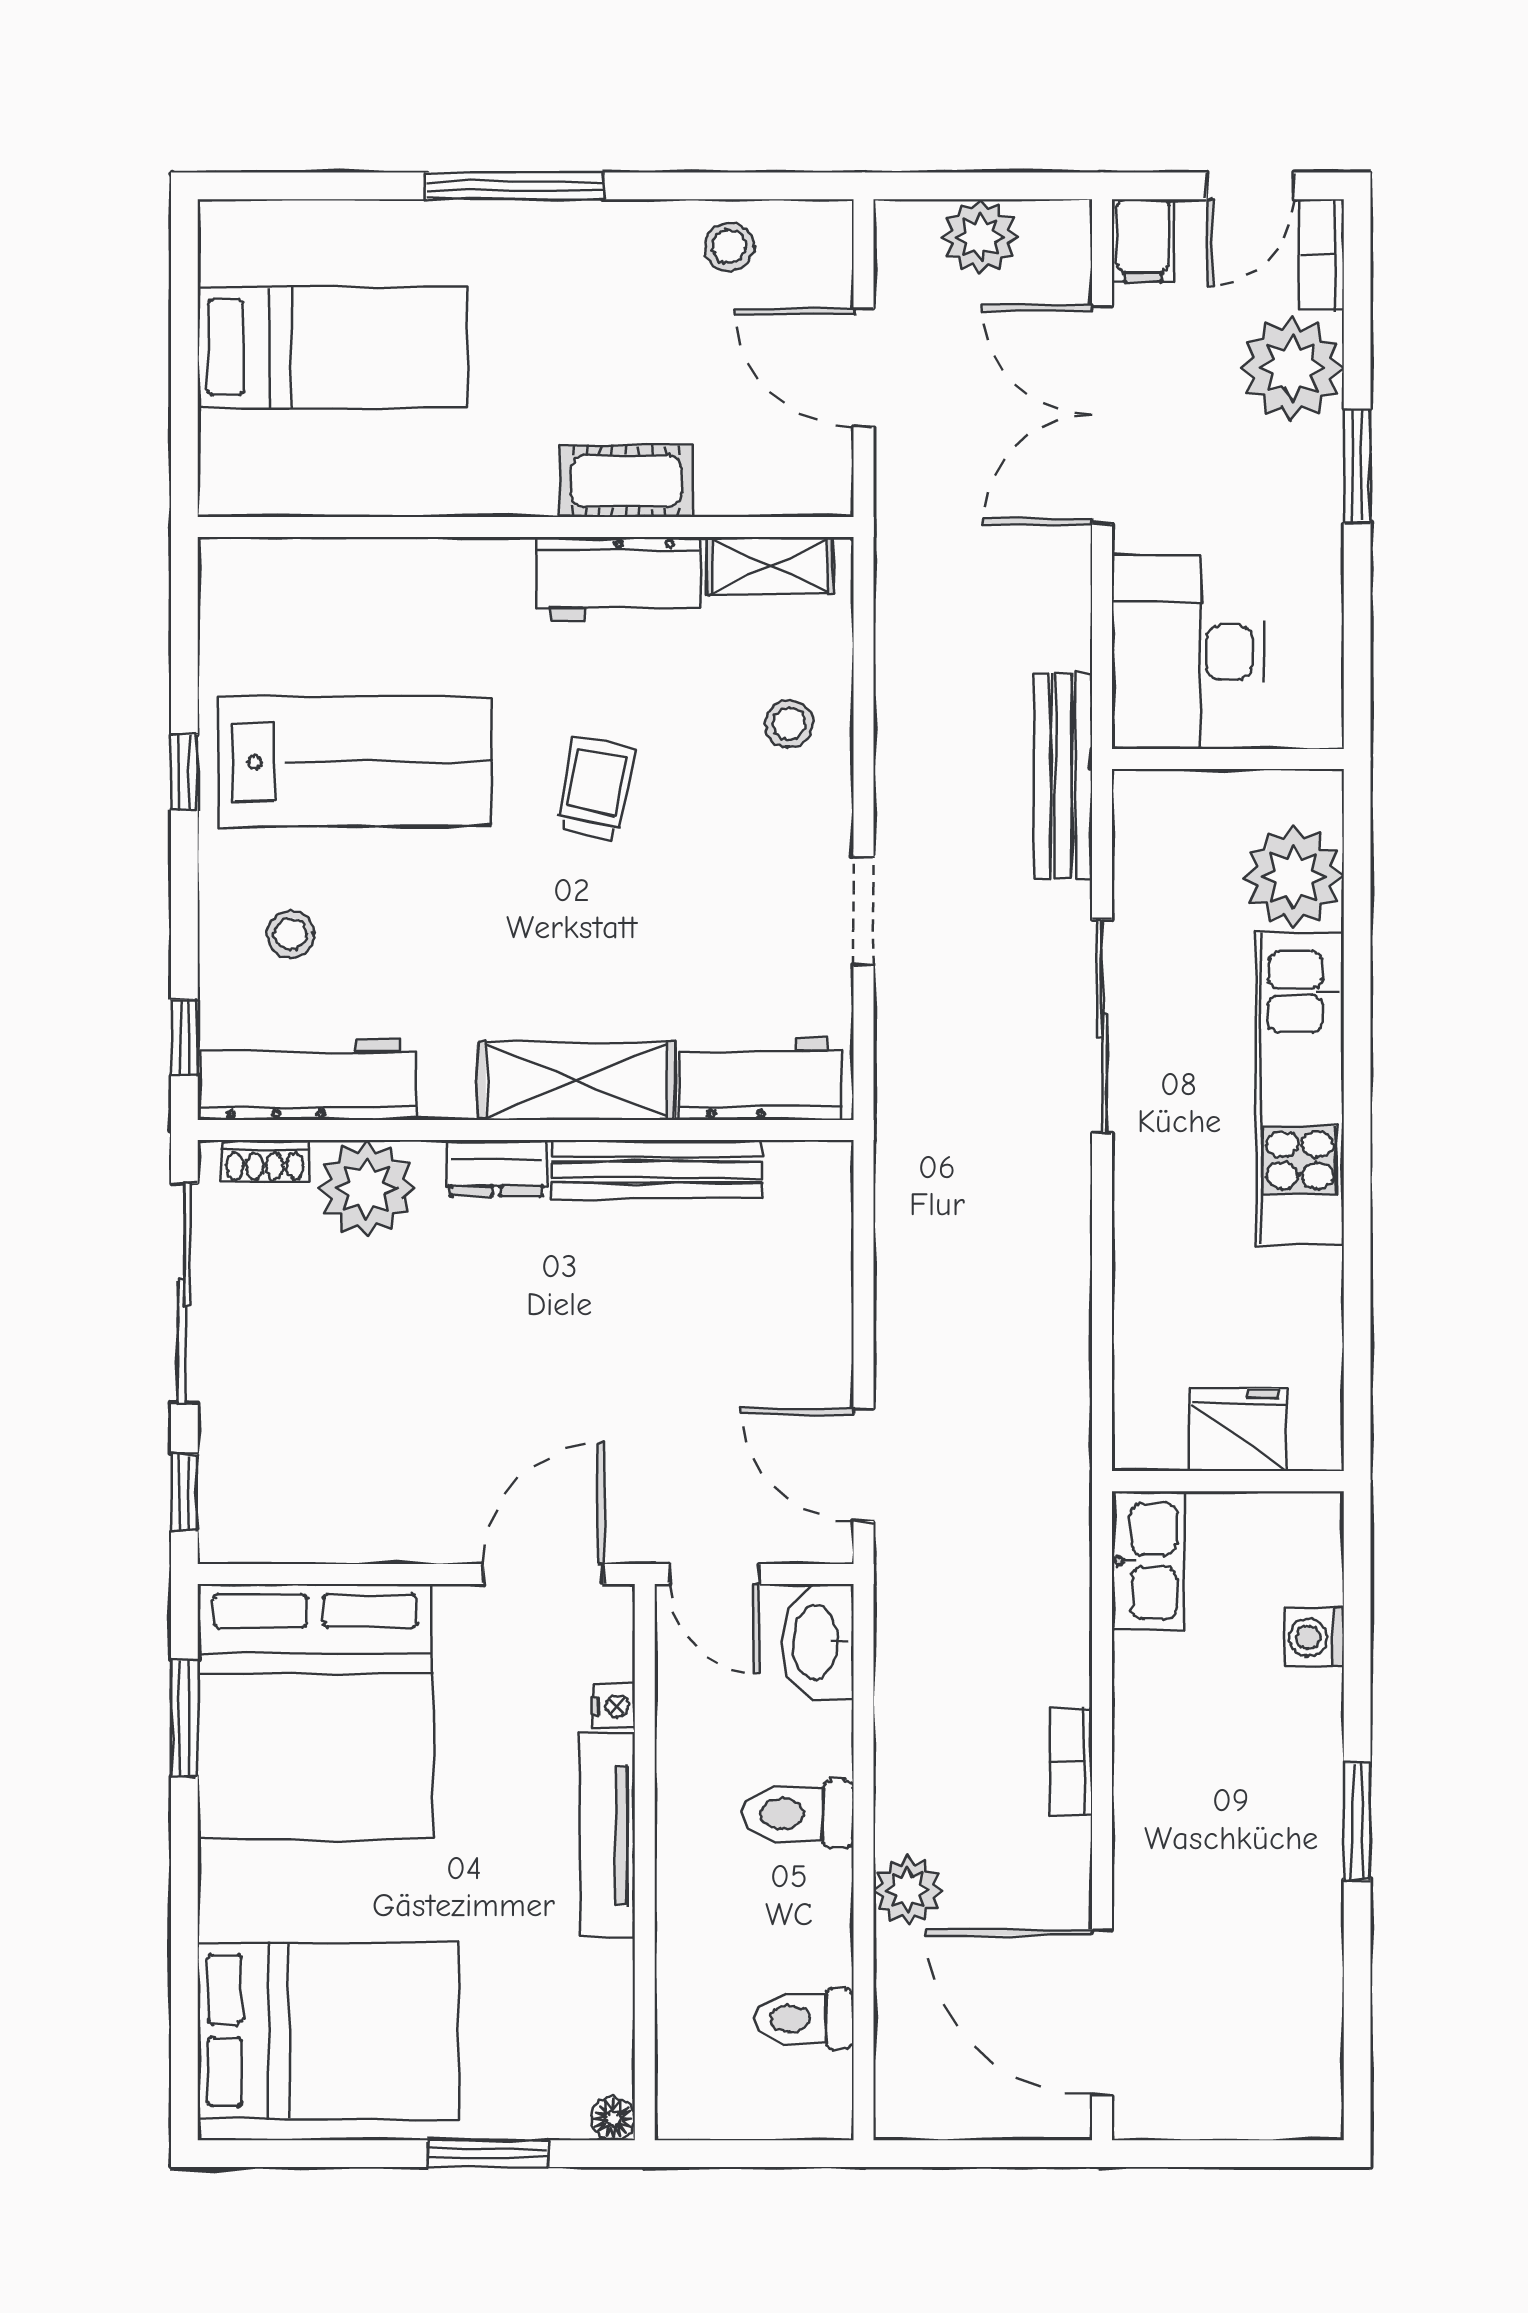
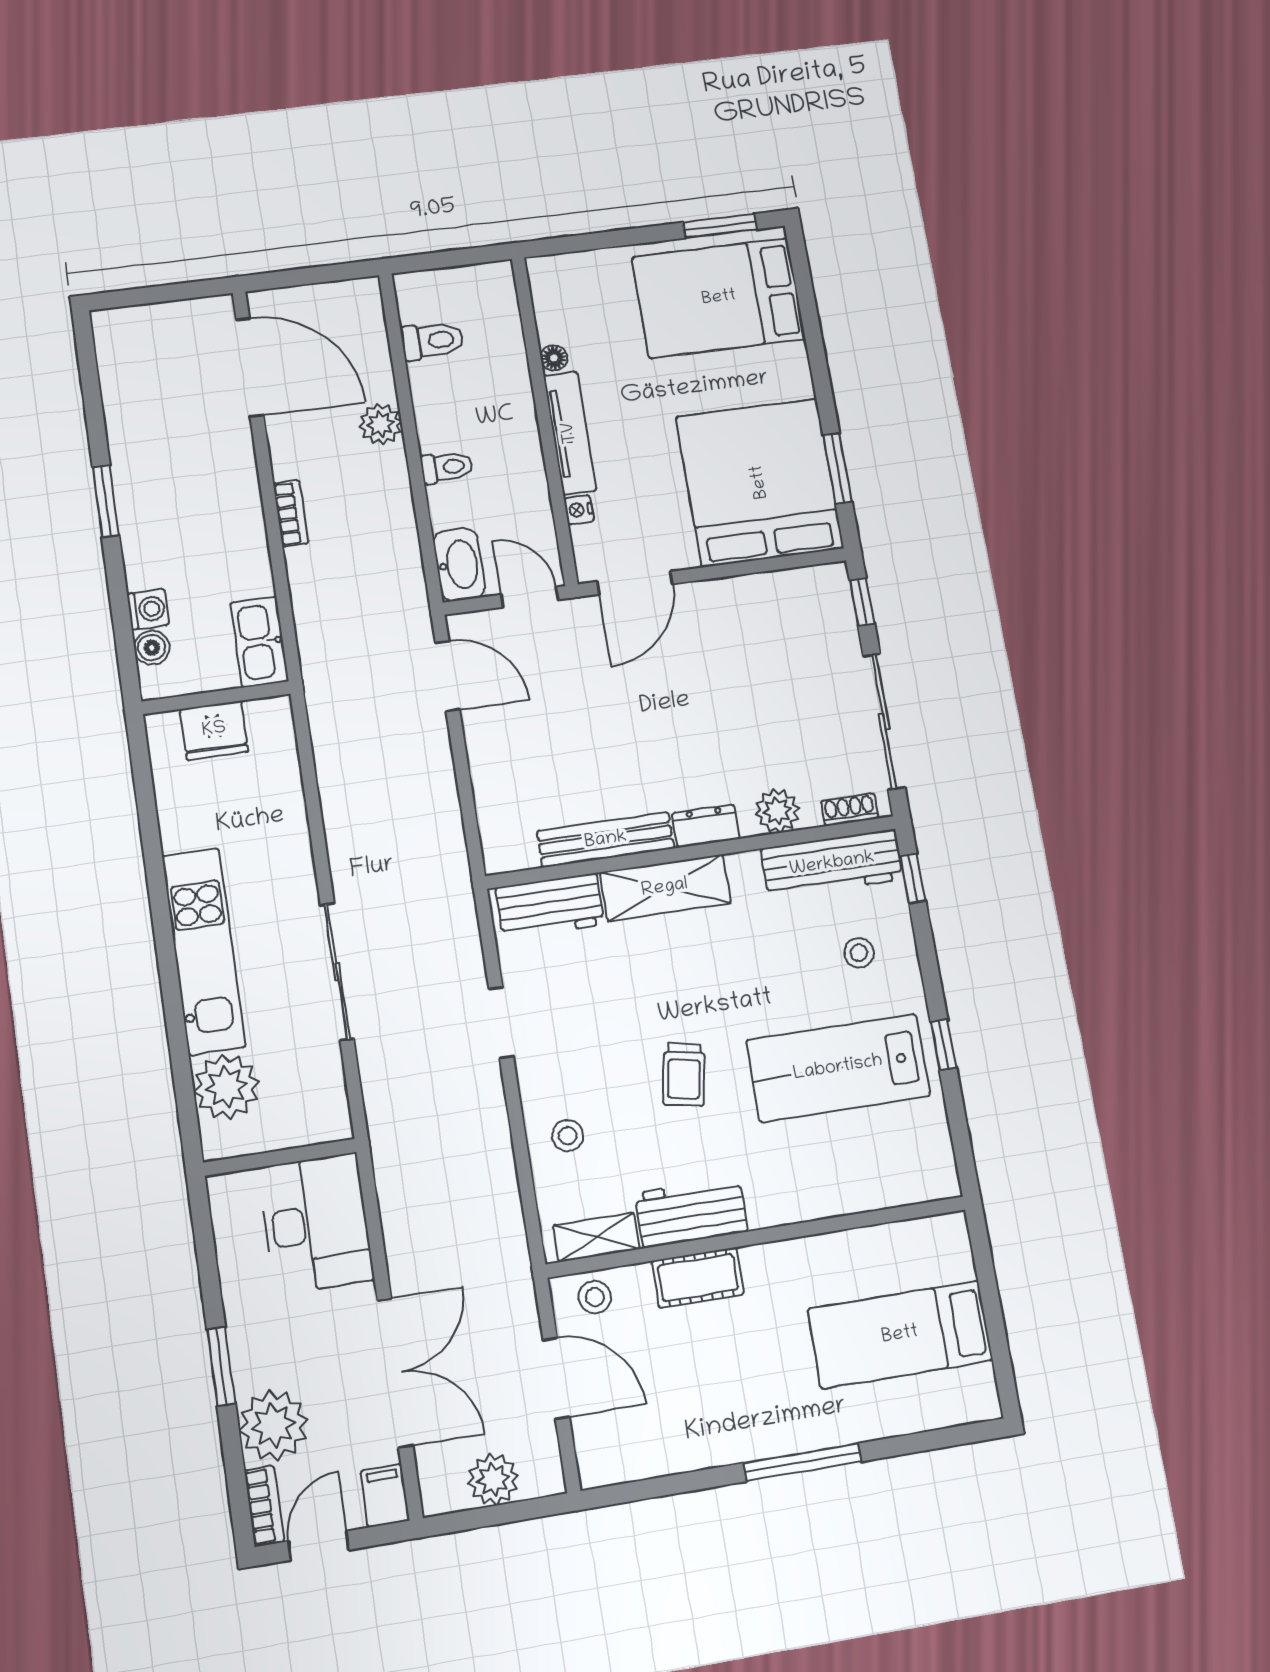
stool: (729, 247) -> (595, 1297), moved
bench: (1063, 776) -> (386, 1129), removed
plant: (367, 1188) -> (777, 811), width x0.73, depth x0.73
boiler: (1316, 1575) -> (152, 648), added
toilet: (798, 1814) -> (447, 467), width x0.73, depth x0.72
floor lamp: (613, 2119) -> (554, 358), moved
window: (488, 2154) -> (720, 226), moved

